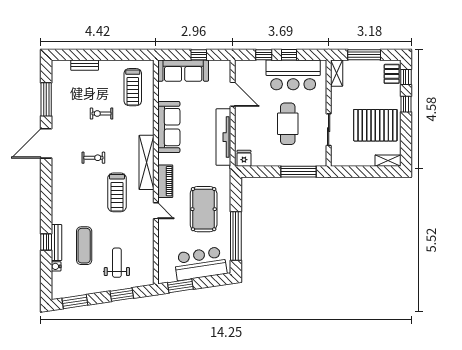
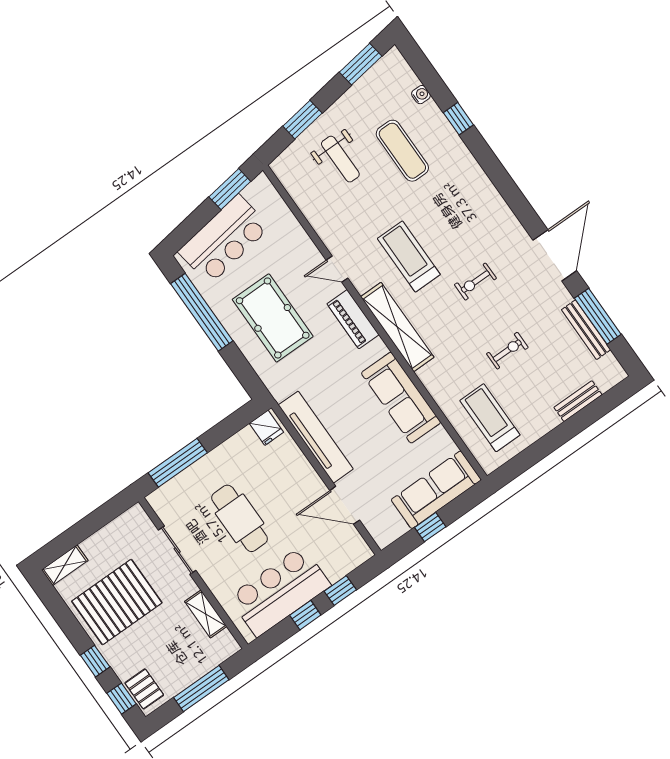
shelving: (337, 73) -> (206, 614), moved
bench: (56, 243) -> (586, 330), moved

